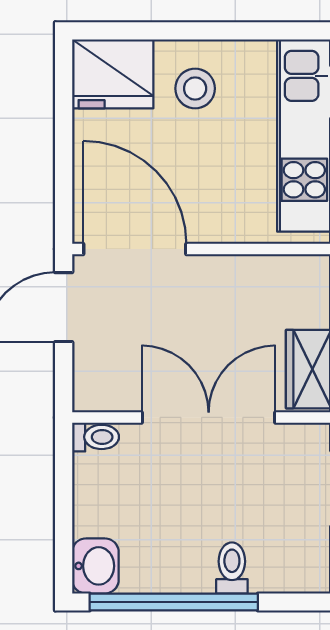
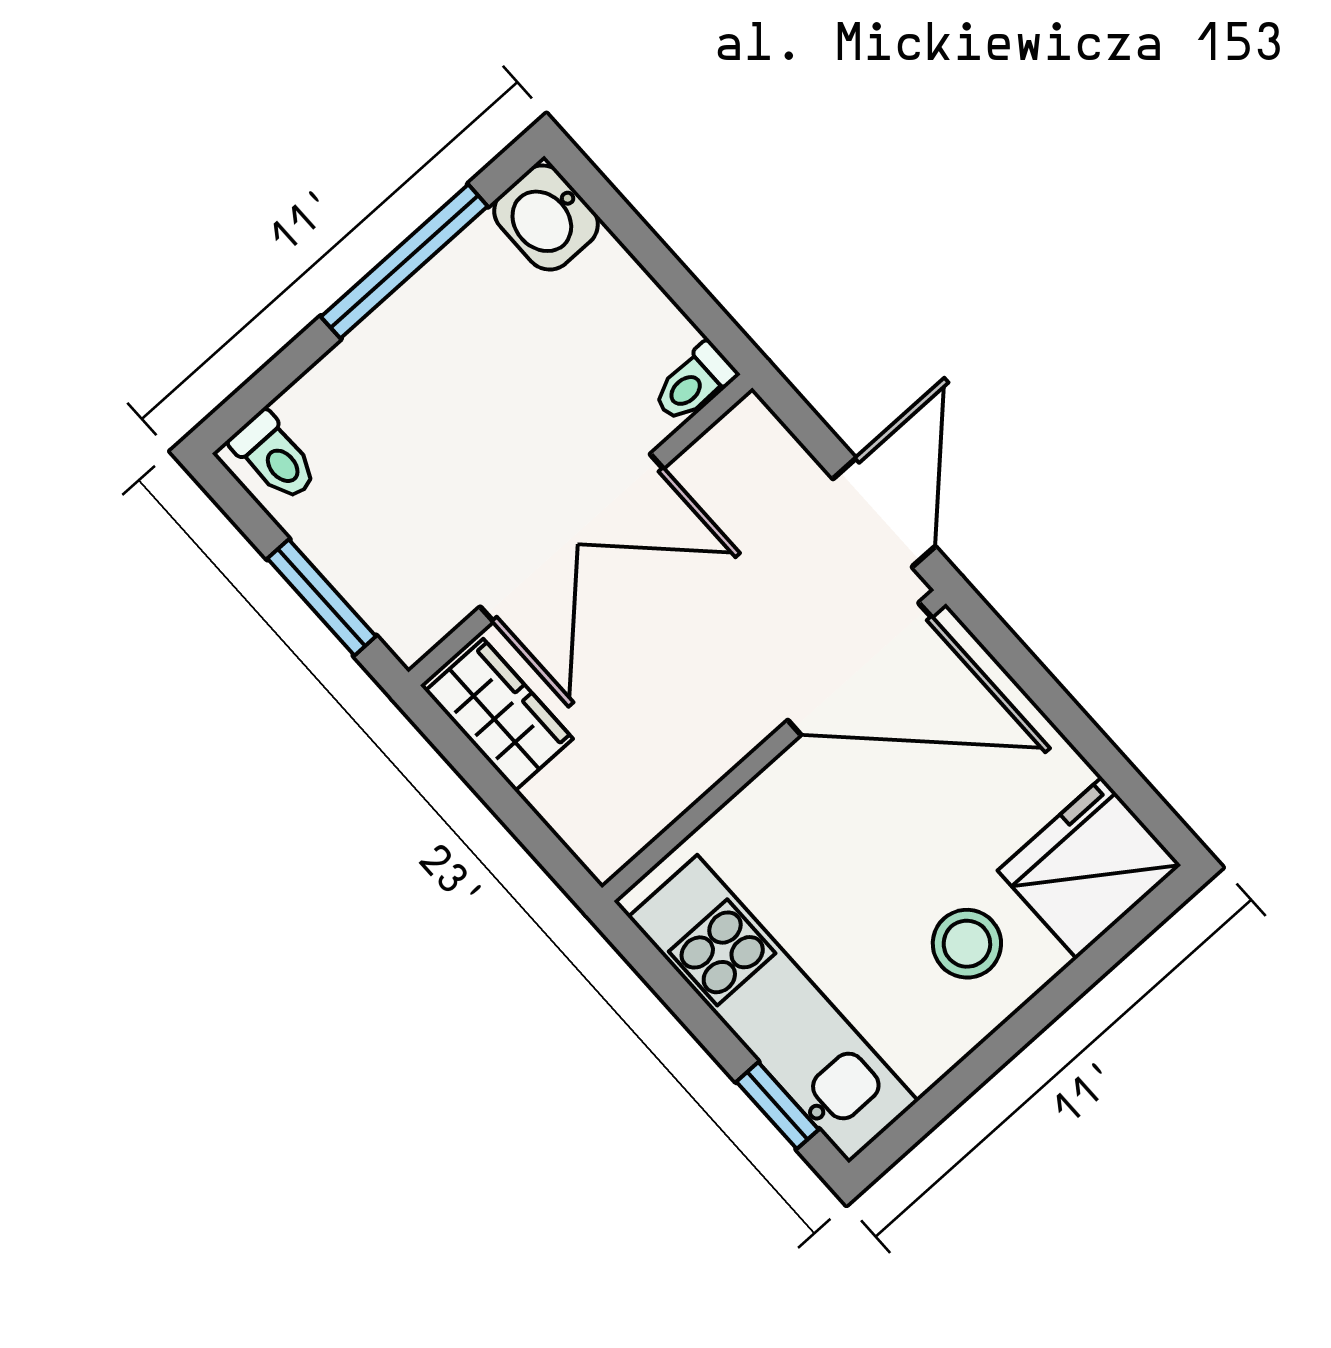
toilet: (232, 568) -> (274, 457), moved
window: (174, 602) -> (404, 261), width x0.68

